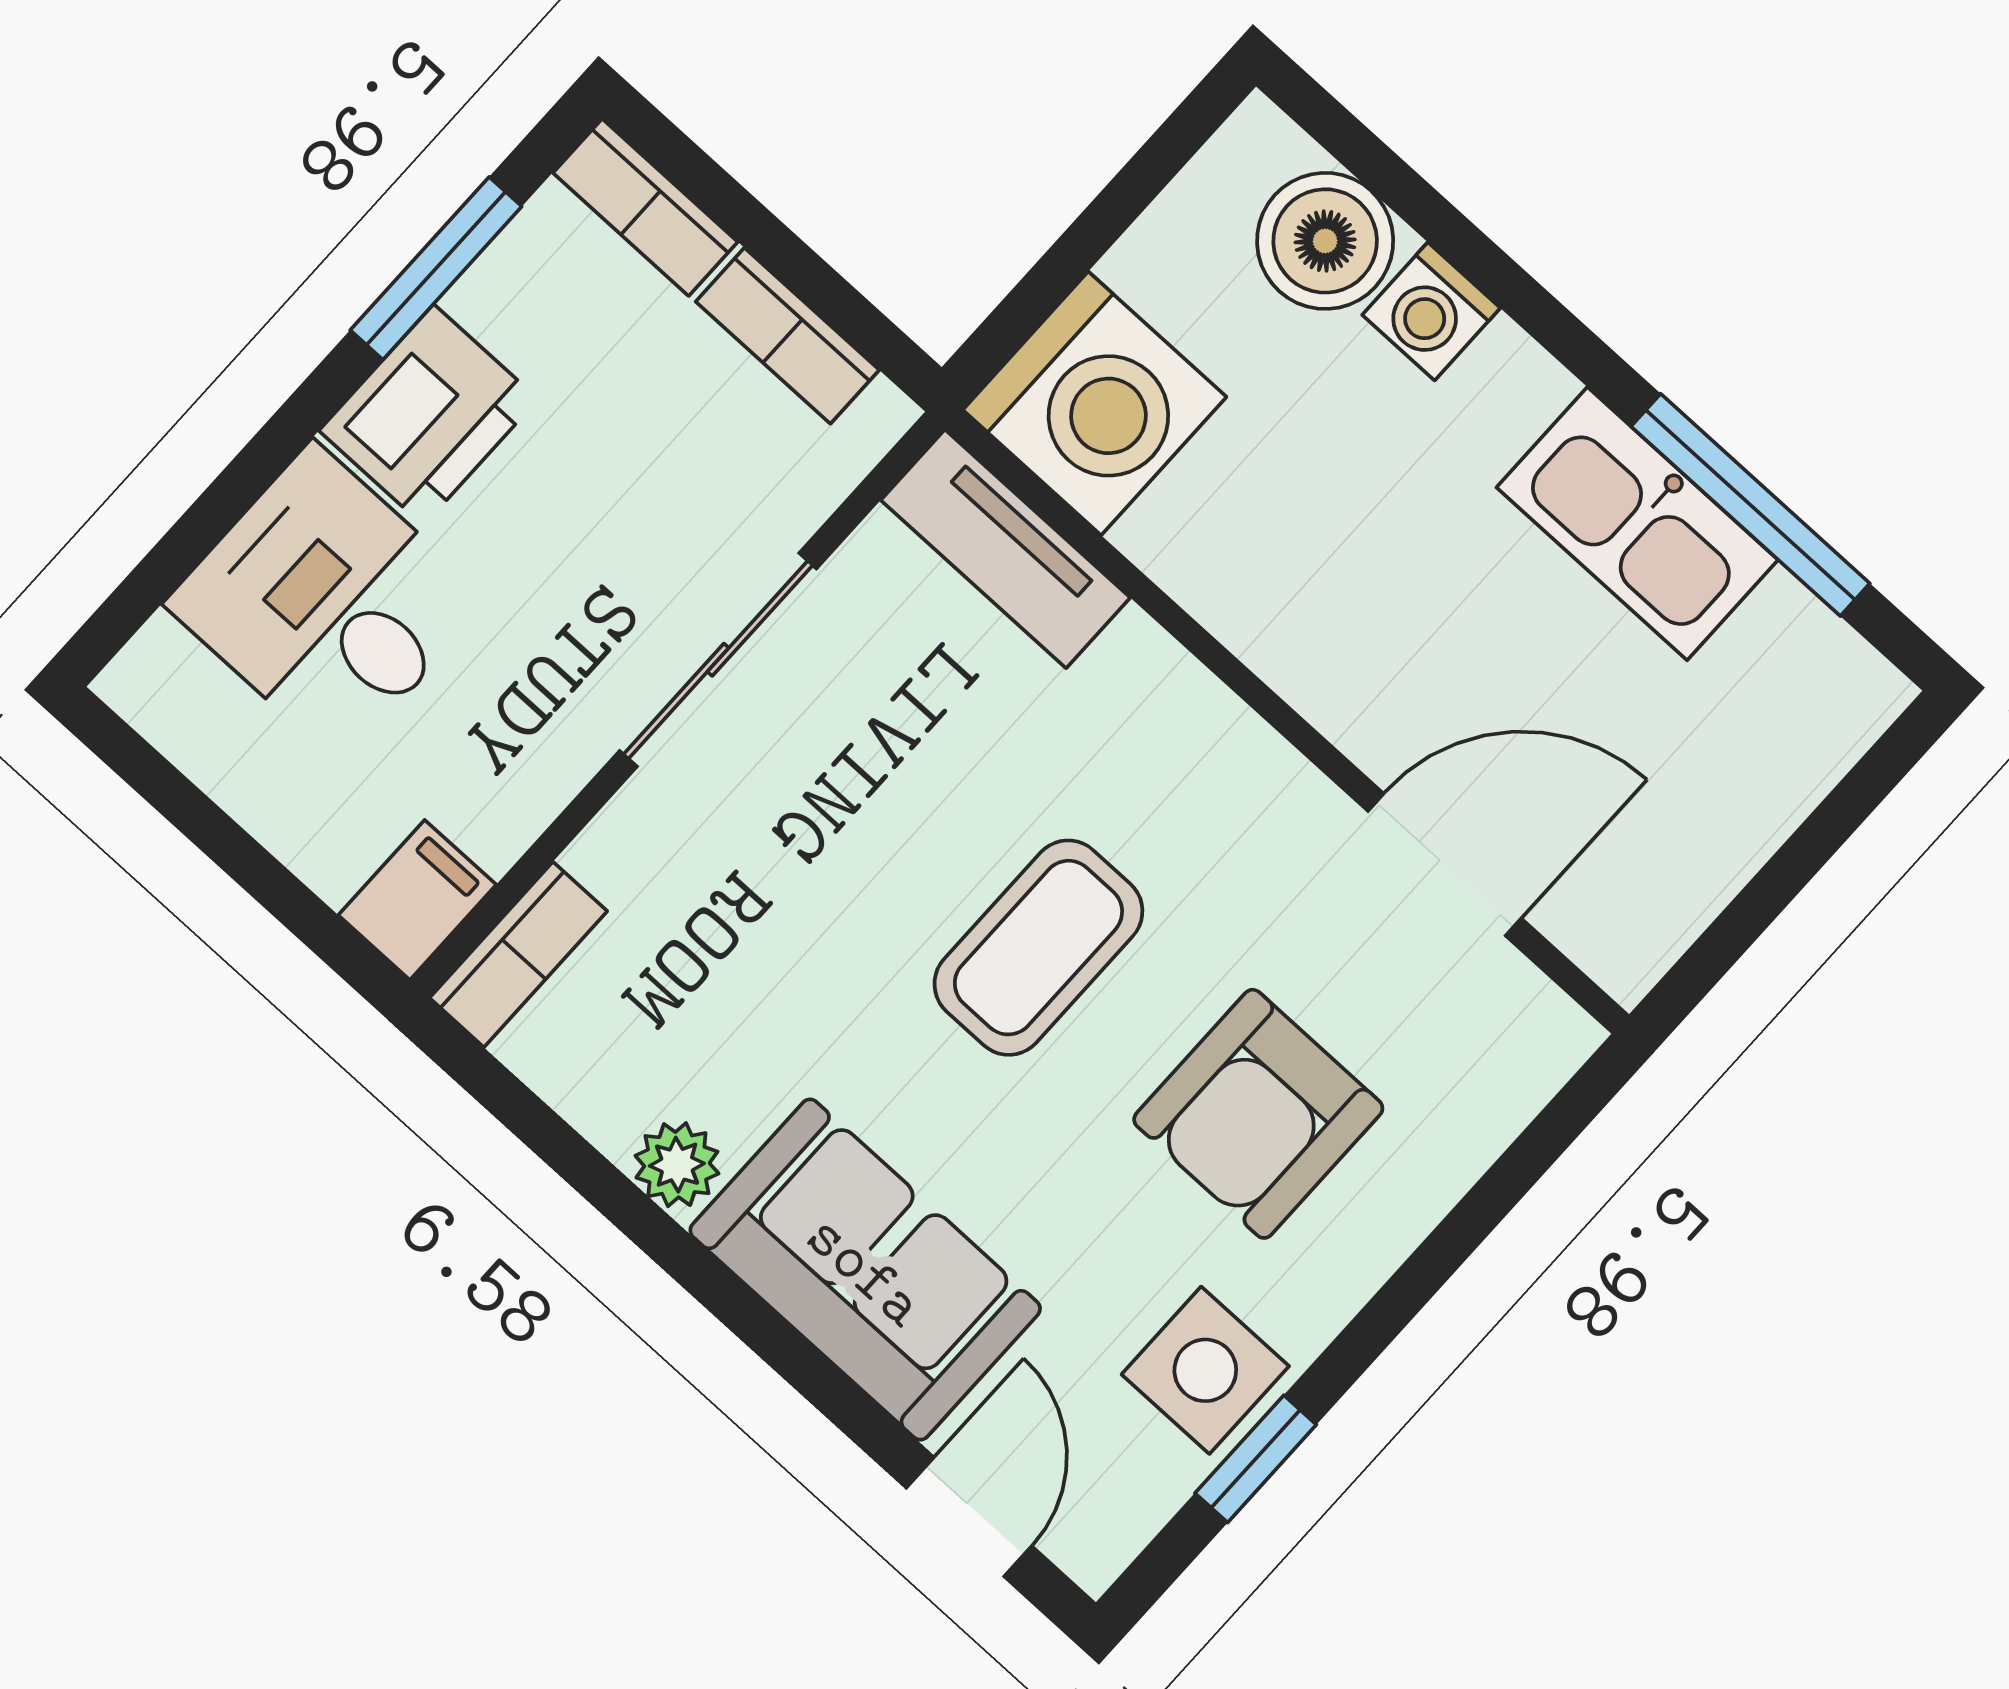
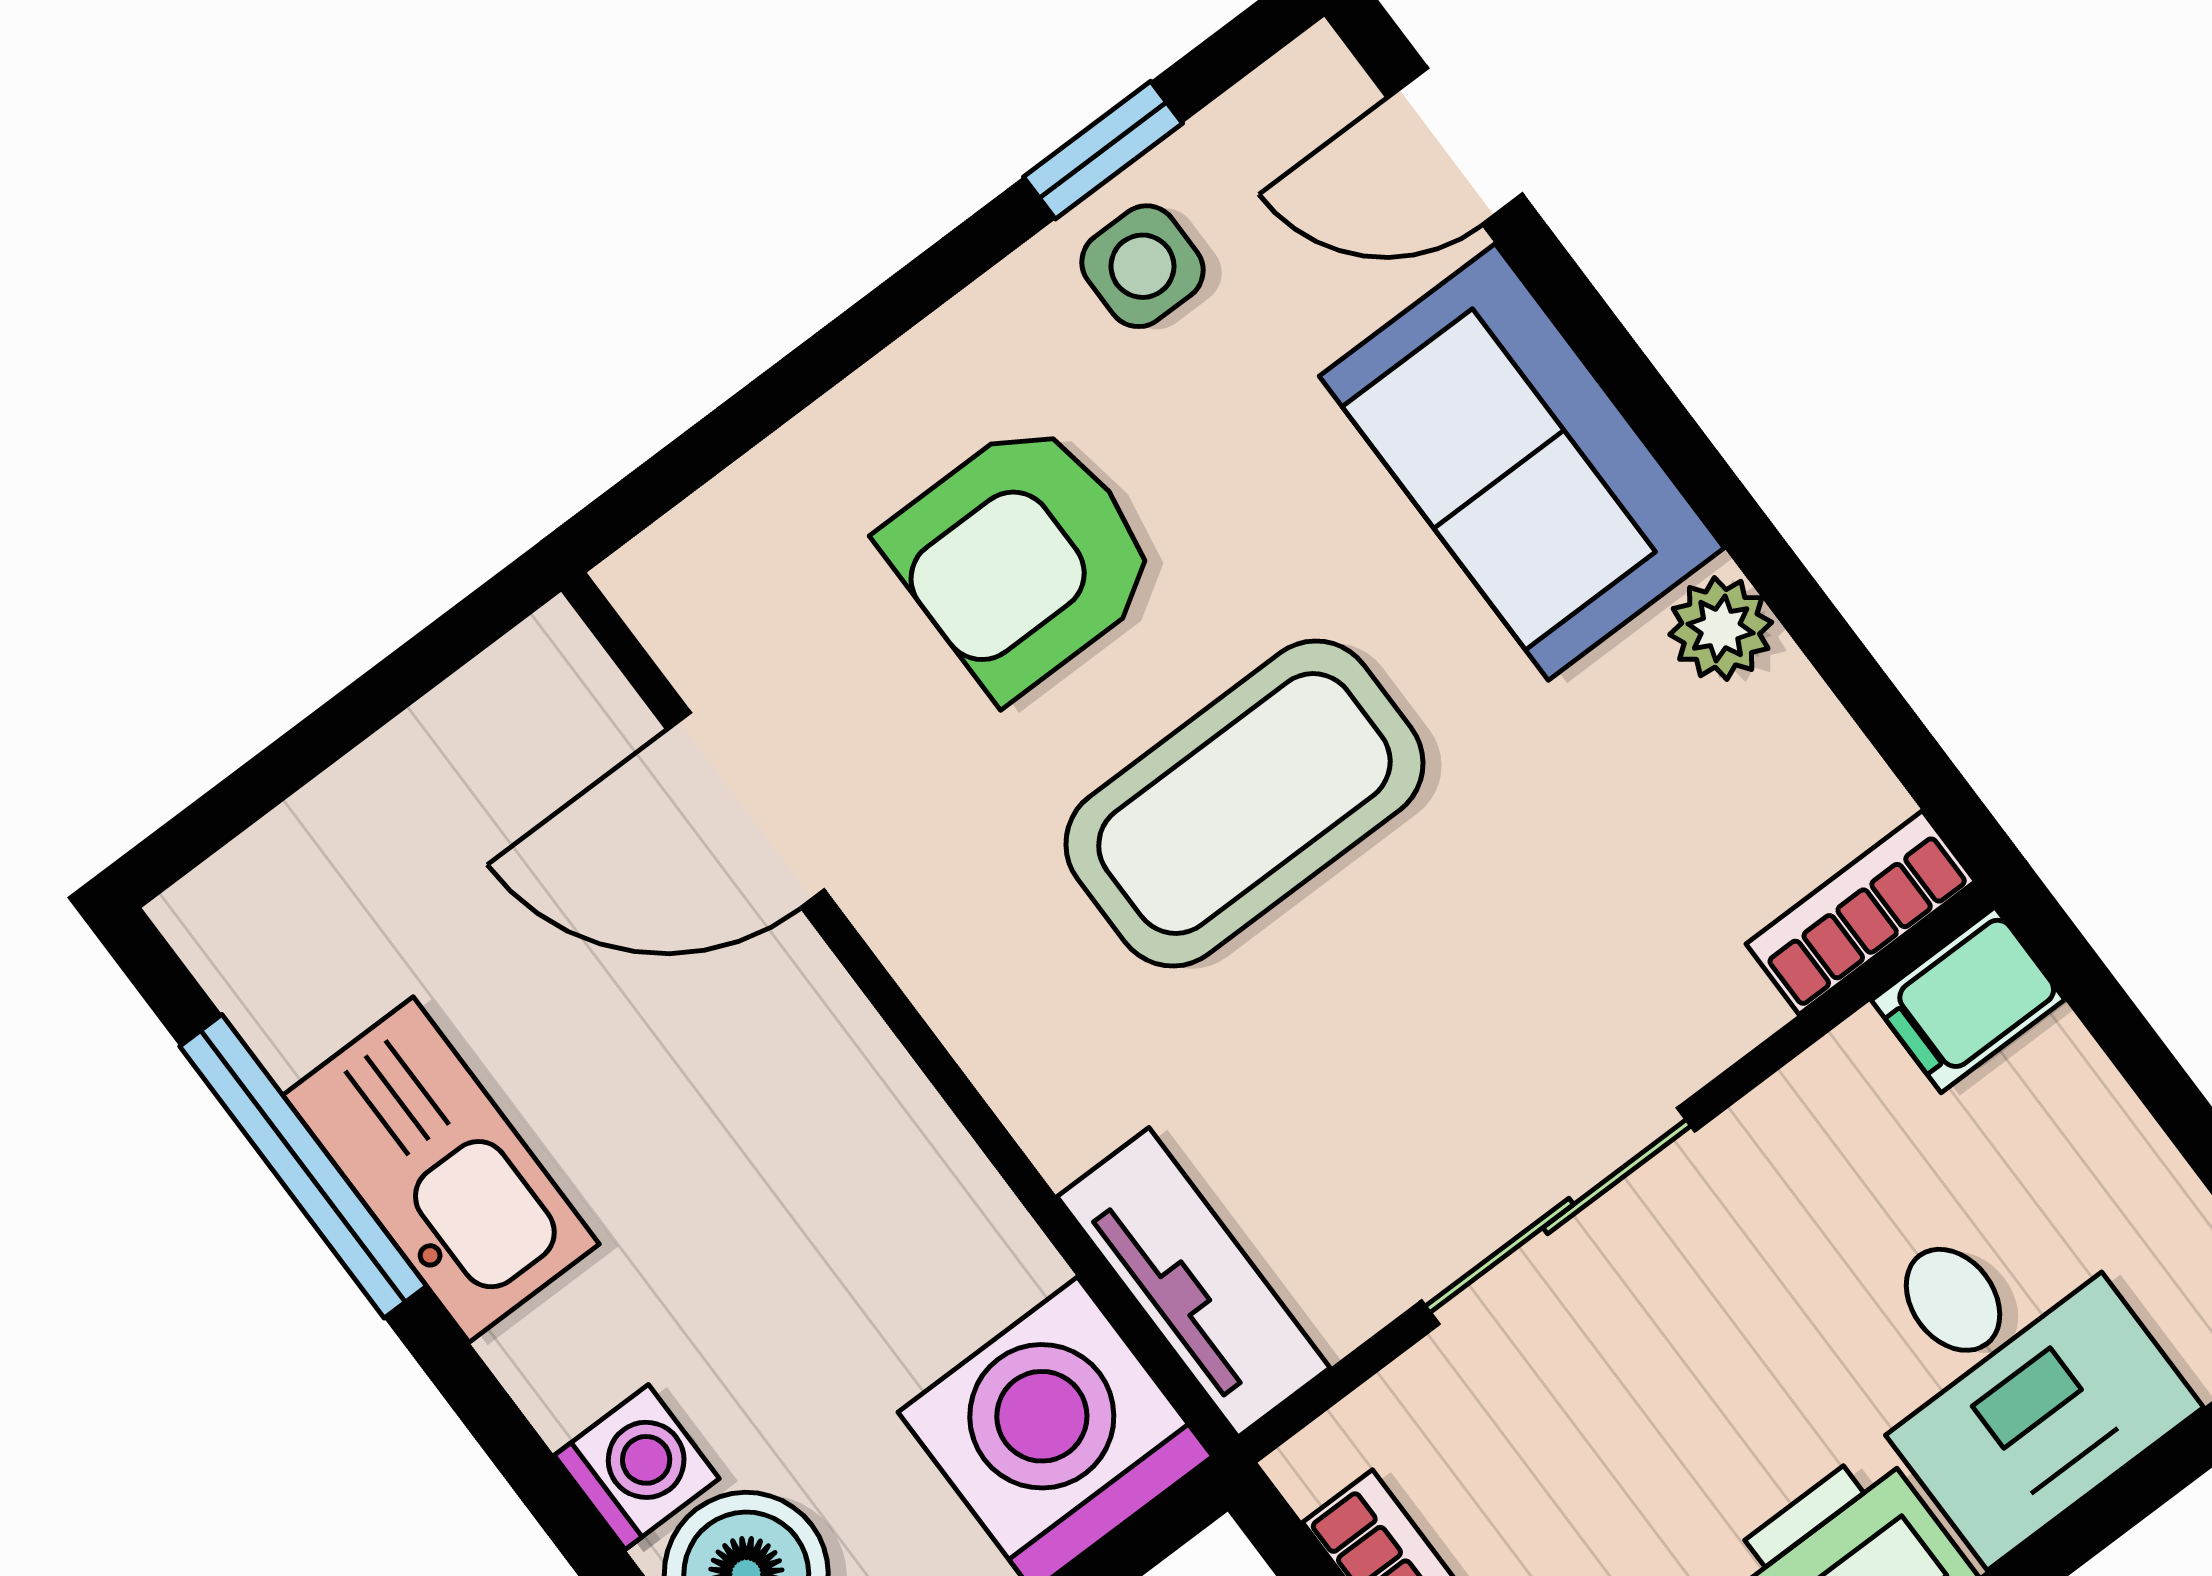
coffee table: (1038, 948) -> (1244, 803), width x1.36, depth x1.32
armchair: (1258, 1114) -> (1022, 557), turned 180
side table: (1205, 1370) -> (1142, 266), width x0.73, depth x0.73
door: (969, 1517) -> (1455, 146), hinge flipped

